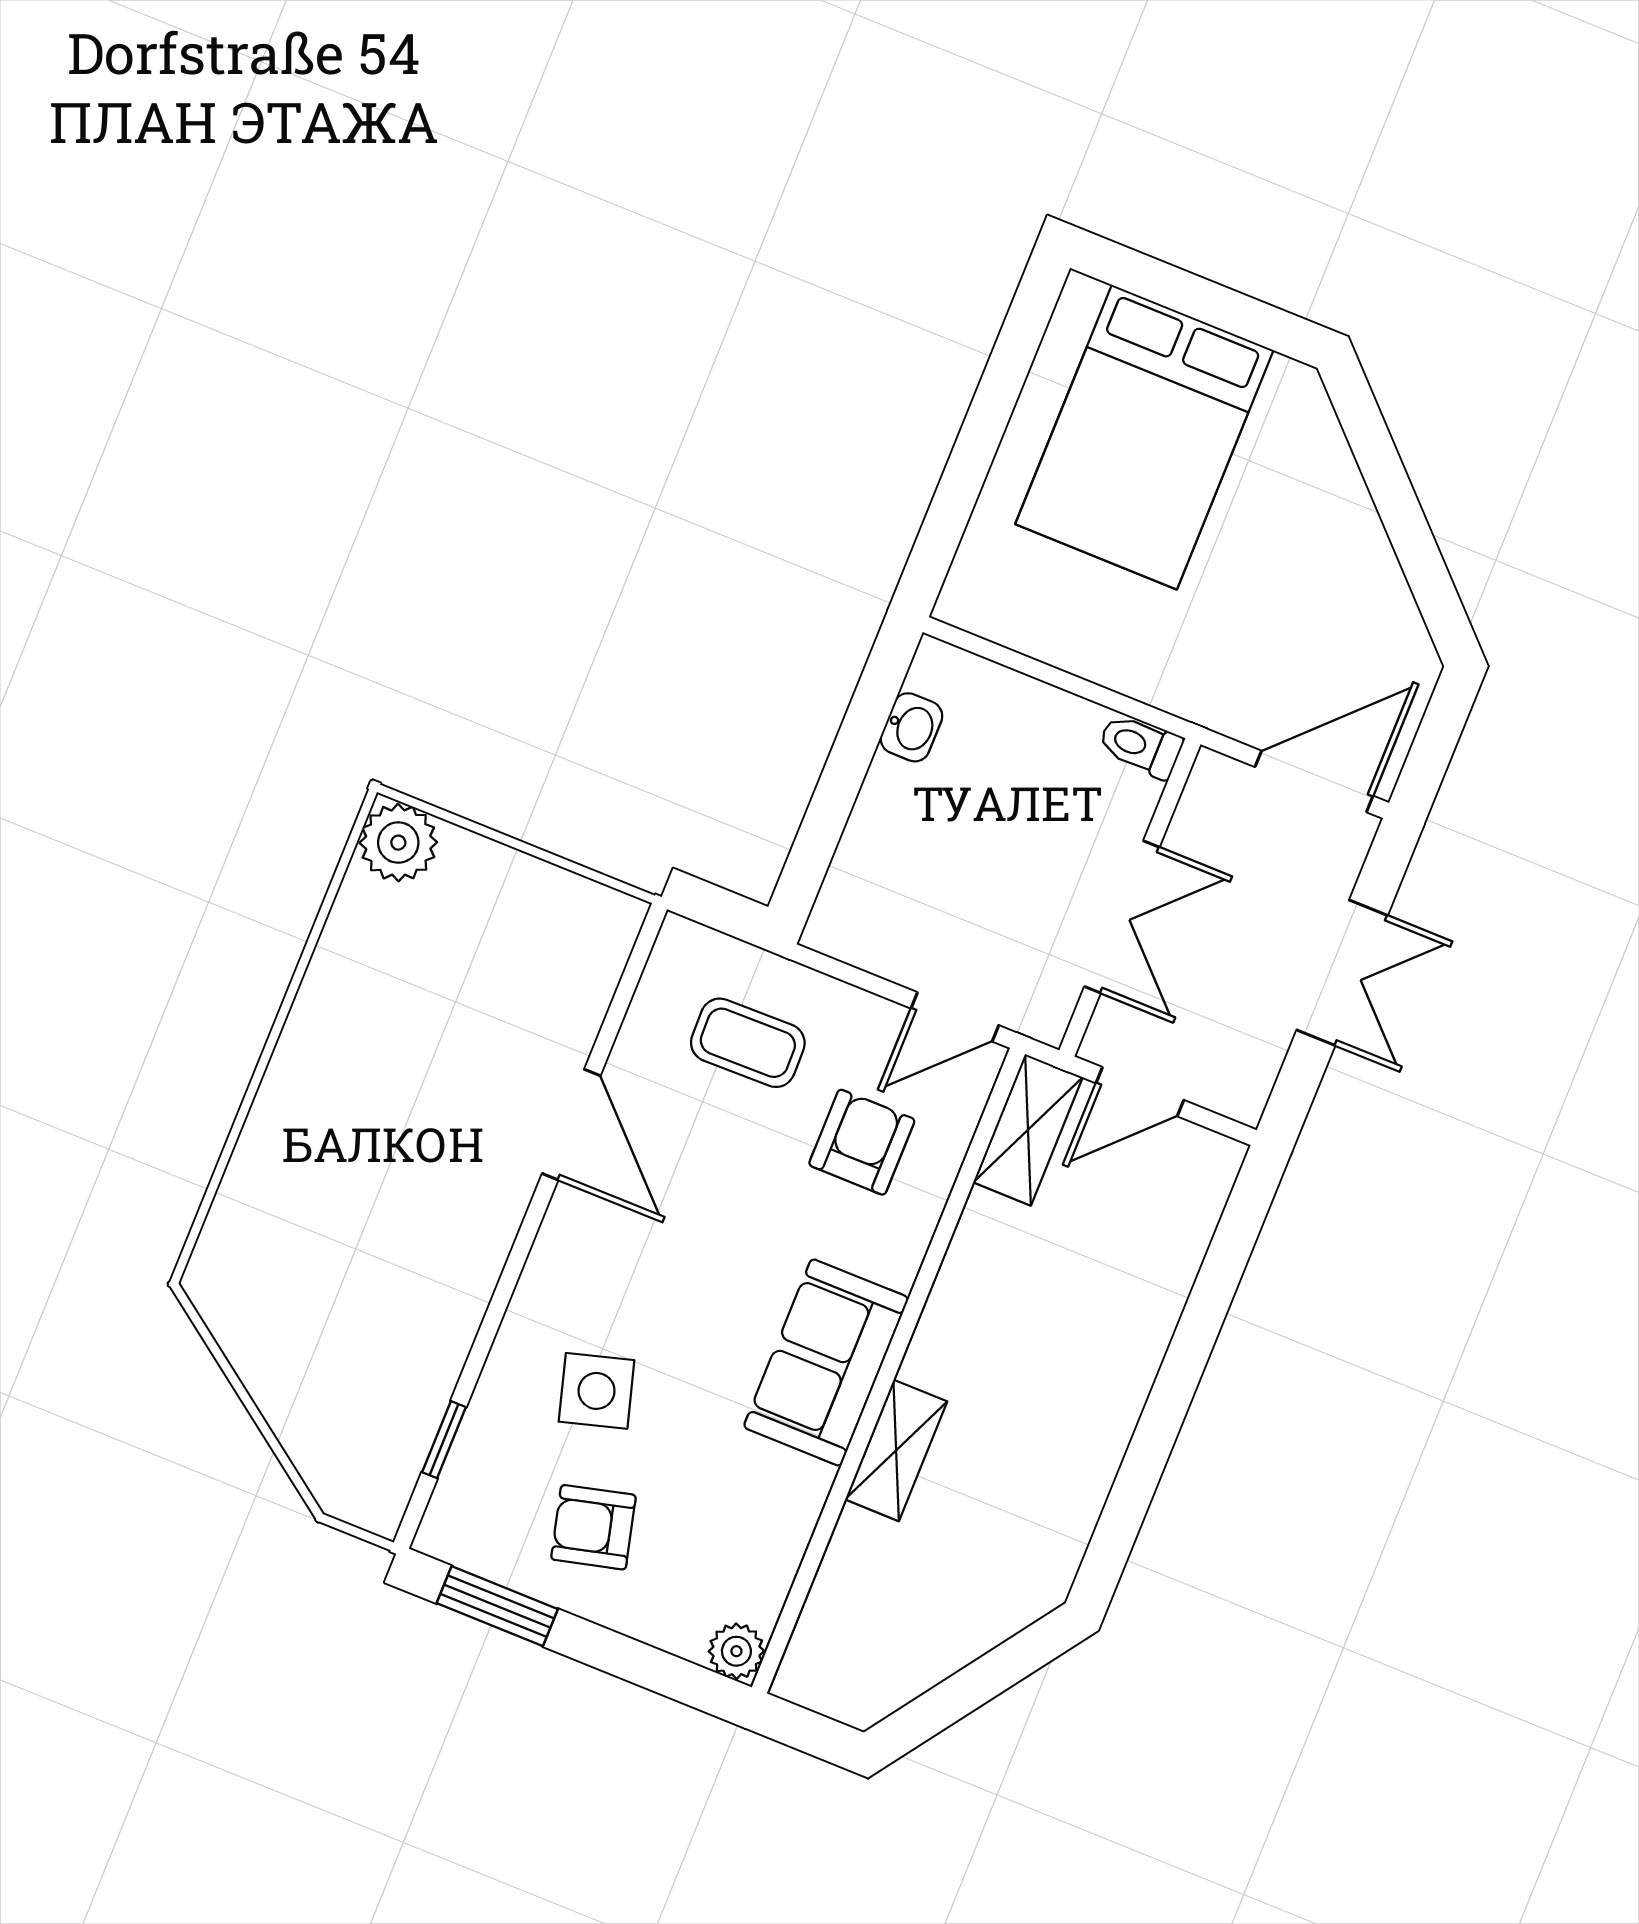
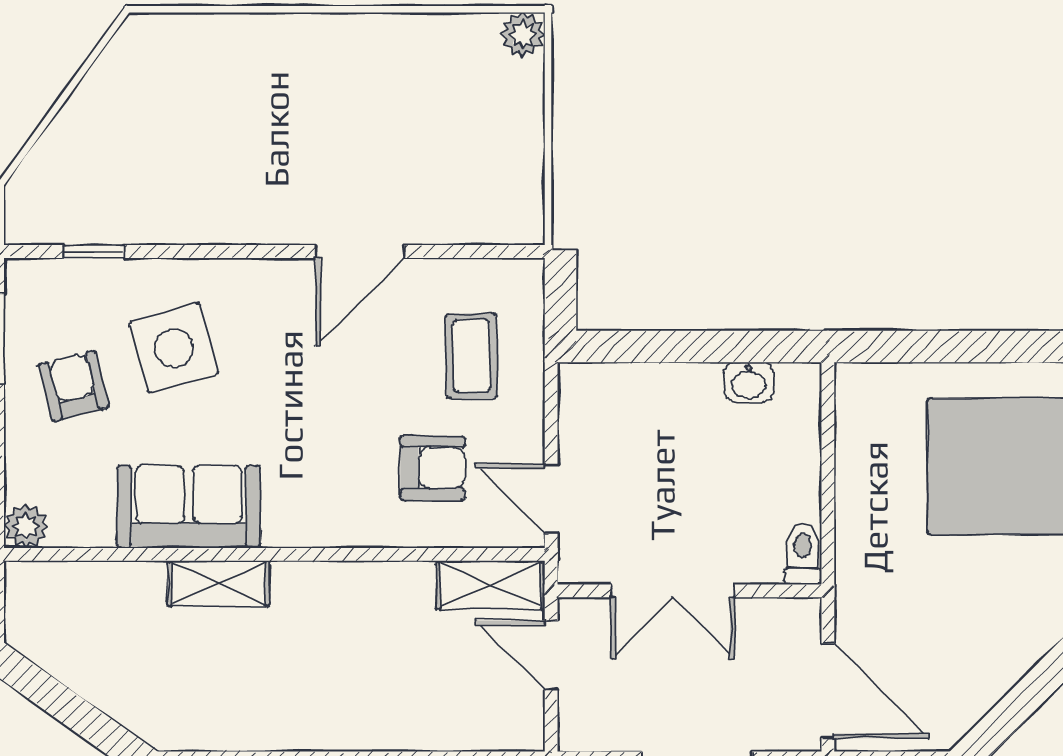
plant: (398, 843) -> (523, 35), width x0.73, depth x0.73
sofa: (826, 1362) -> (189, 507), moved
side table: (597, 1391) -> (174, 348), width x1.37, depth x1.37

